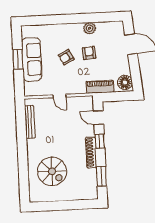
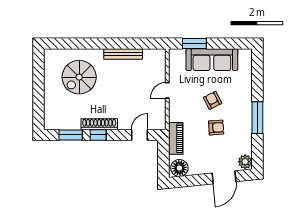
window: (79, 18) -> (257, 118), added
plant: (90, 28) -> (245, 162), moved
window: (18, 59) -> (194, 44), moved
bench: (30, 122) -> (123, 54), moved
window: (100, 141) -> (98, 135), moved

